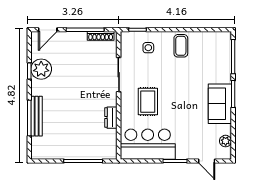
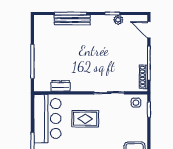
side table: (148, 48) -> (136, 103), moved
plant: (41, 69) -> (118, 20), width x0.53, depth x0.53
dresser: (111, 118) -> (61, 86), moved

